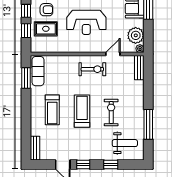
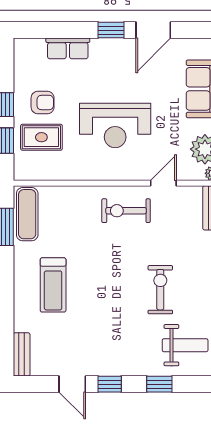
exercise bike: (92, 69) -> (126, 211), turned 180
treadmill: (82, 111) -> (107, 287), removed

